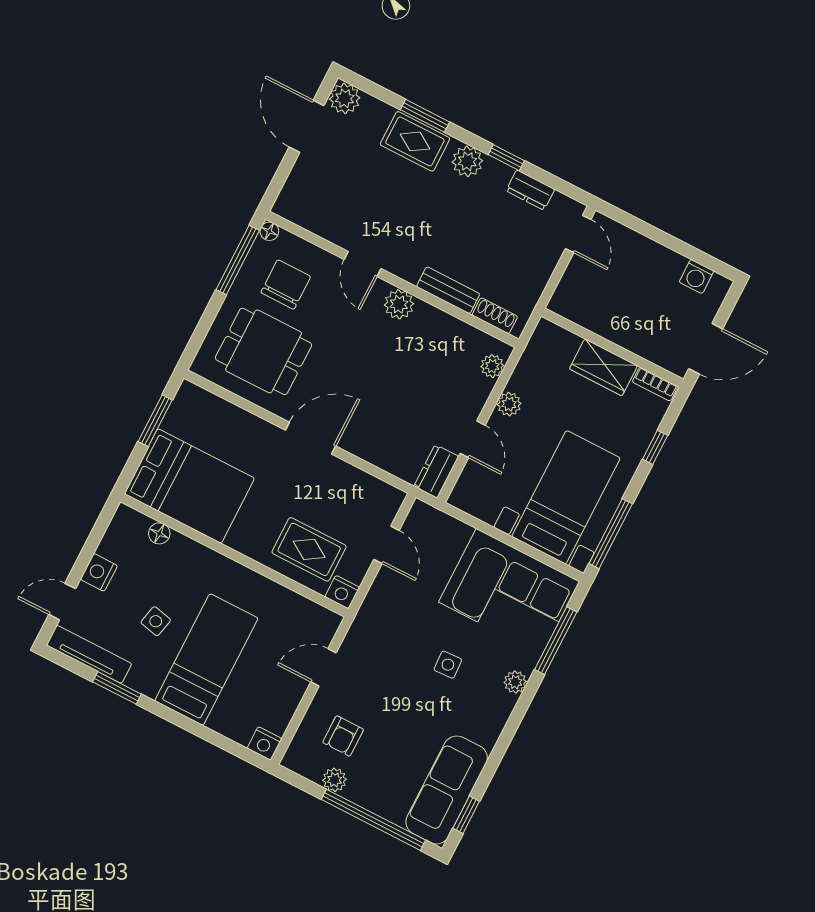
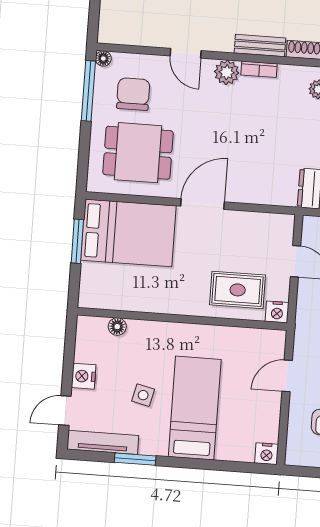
bookcase: (436, 316) -> (259, 69), added
bed: (189, 486) -> (128, 233), moved

